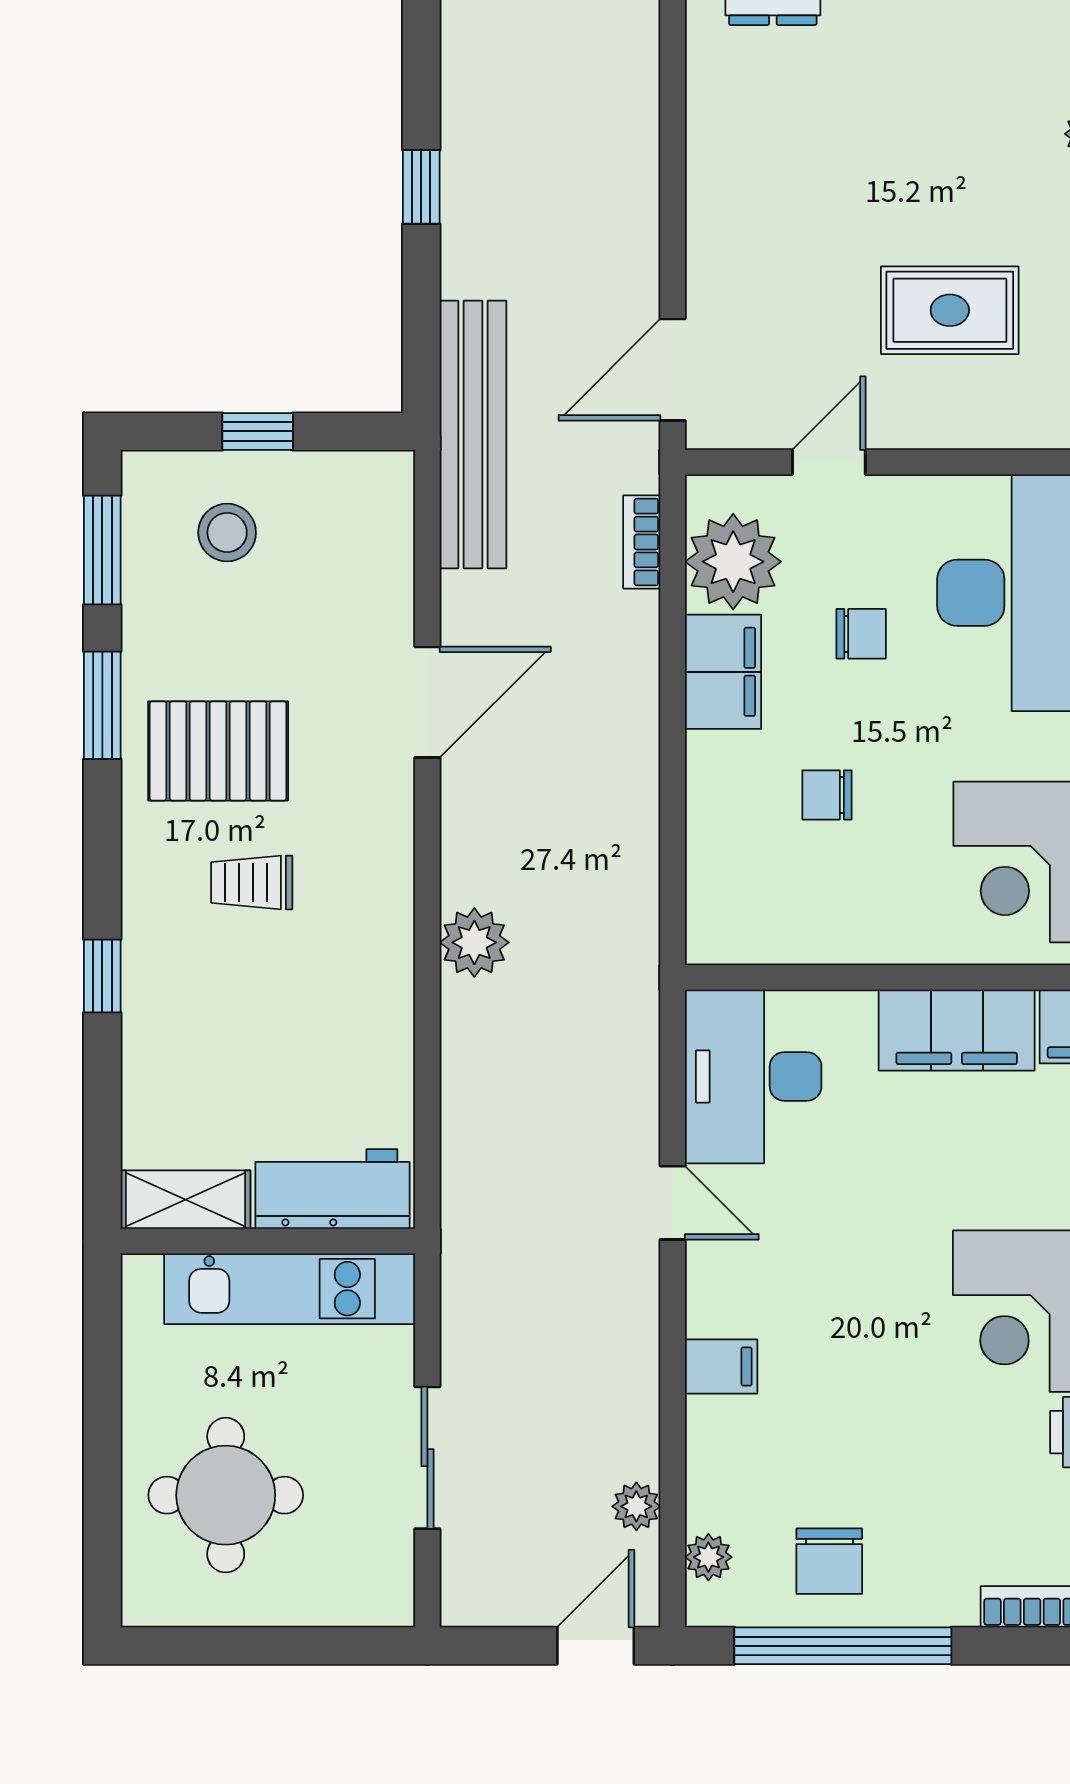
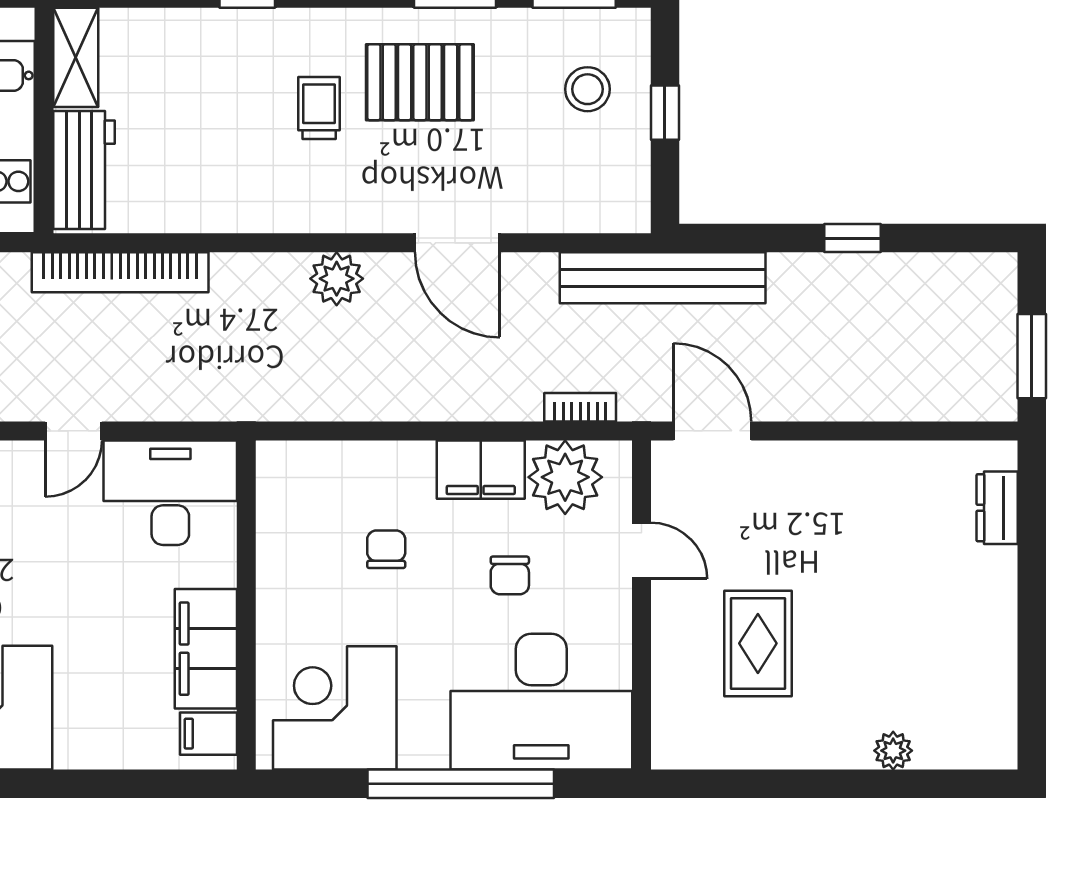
pallet: (218, 751) -> (420, 82), turned 90
plant: (474, 942) -> (337, 279), moved
bookcase: (466, 1142) -> (120, 272), added

